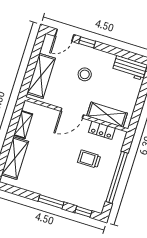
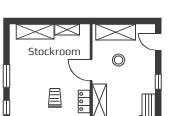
window: (87, 42) -> (158, 82), moved
stool: (85, 74) -> (119, 60), moved

